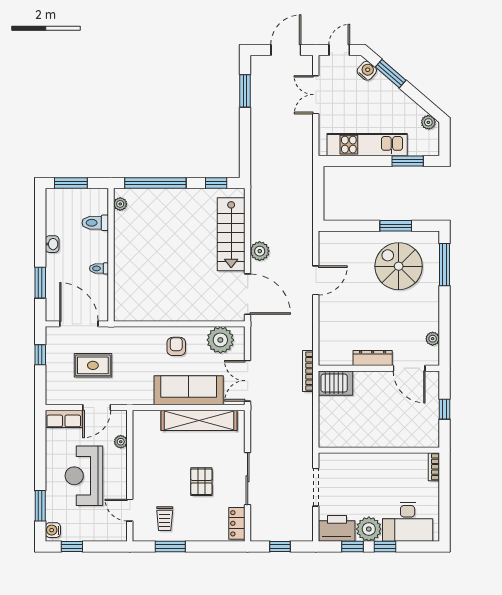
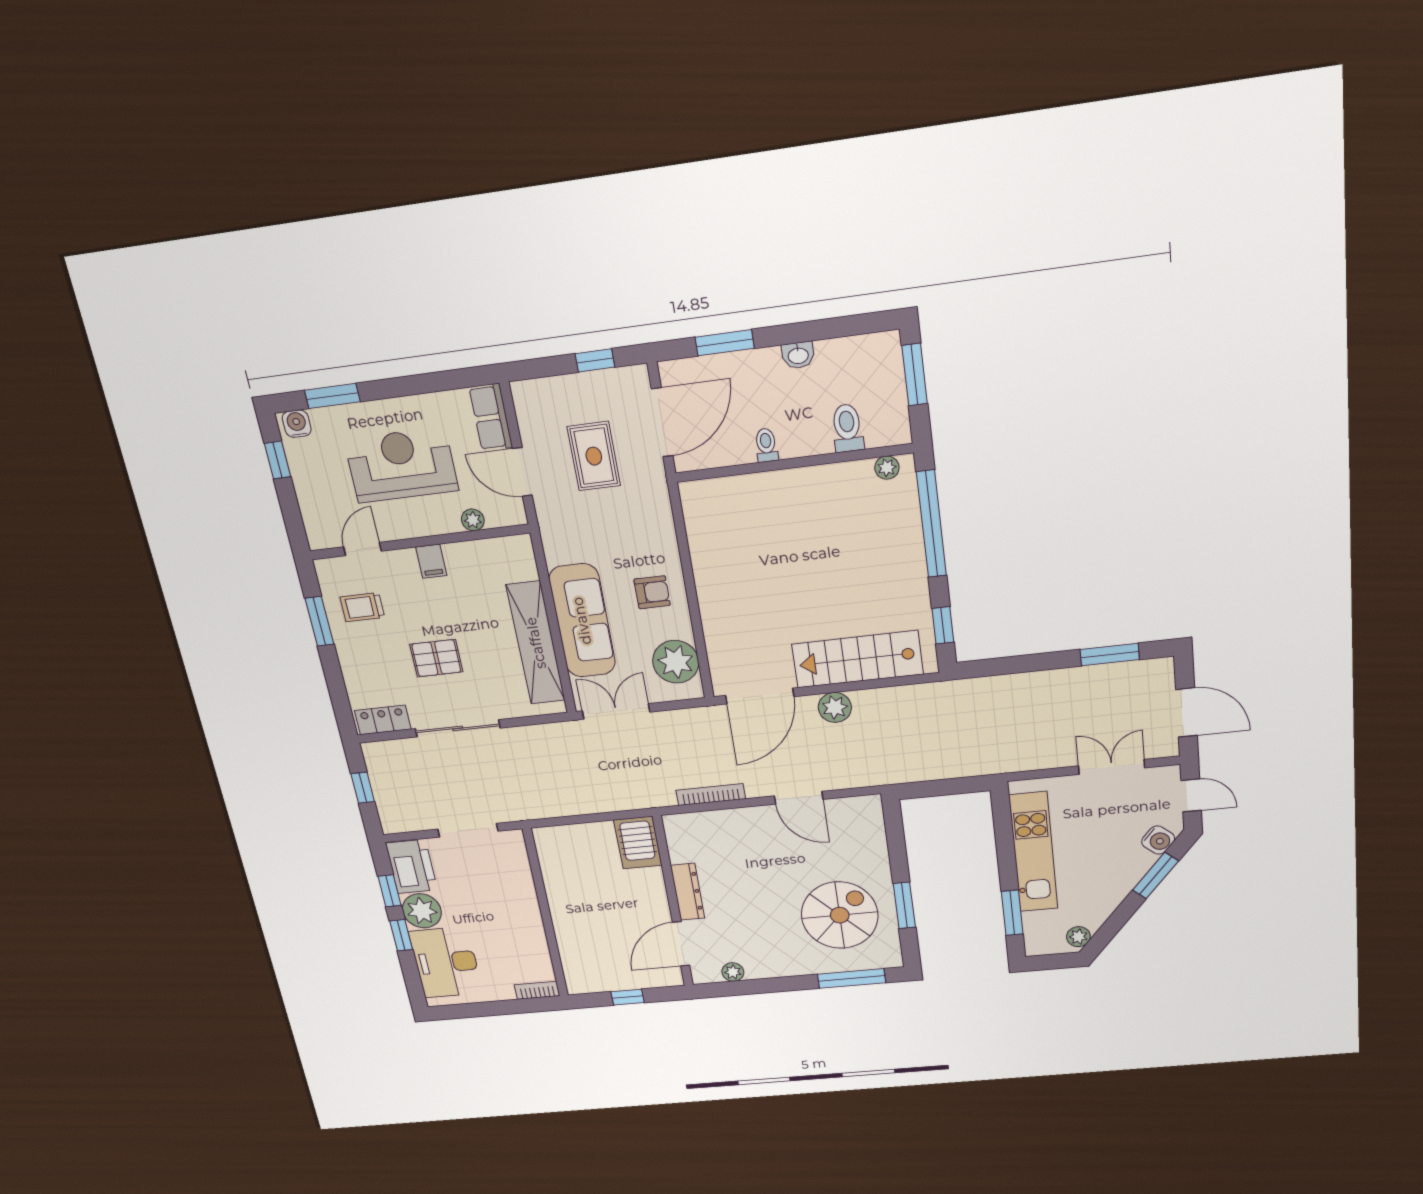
bookcase: (308, 371) -> (711, 795), moved
filing cabinet: (142, 471) -> (431, 561), added

